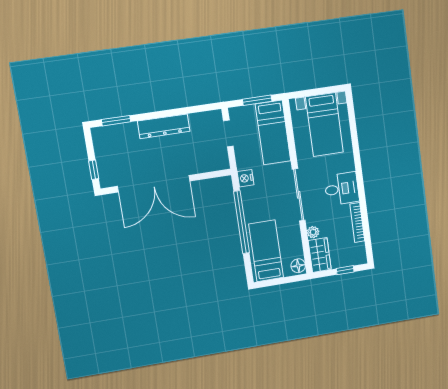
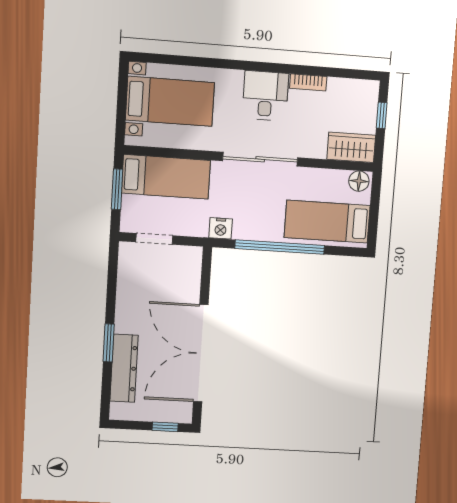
window: (116, 121) -> (109, 343), moved
dresser: (164, 126) -> (124, 368), moved
double door: (154, 184) -> (201, 353), swing flipped
bookcase: (357, 223) -> (308, 82), width x0.64
plant: (313, 232) -> (317, 150), removed

